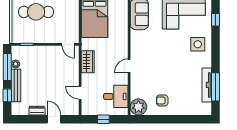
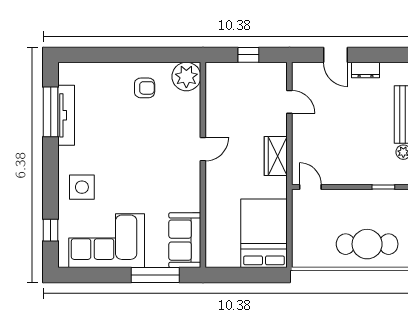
desk: (116, 96) -> (226, 95), removed

